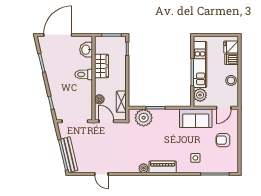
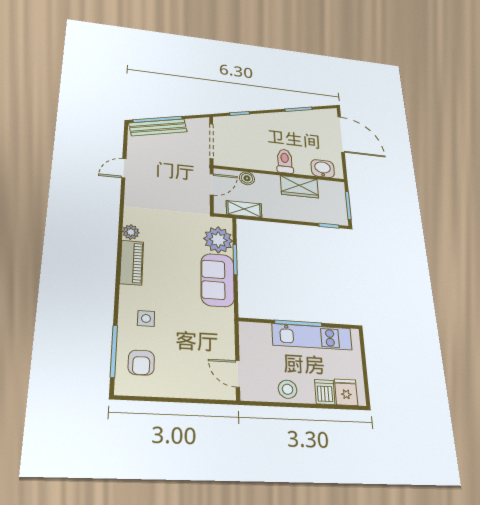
plant: (200, 95) -> (259, 334), removed
sofa: (196, 118) -> (218, 280), moved
armchair: (223, 140) -> (141, 363), moved, turned 180

